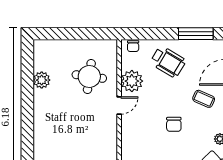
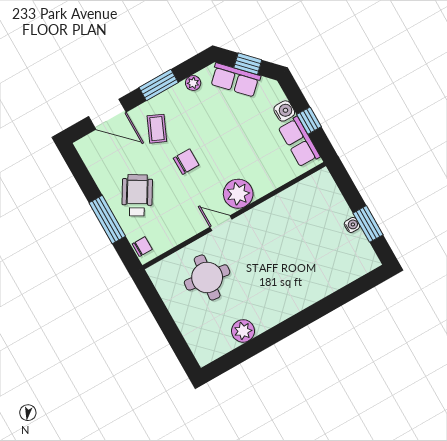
window: (196, 34) -> (107, 220), moved
plant: (132, 81) -> (238, 194), moved
chair: (174, 124) -> (186, 162), moved

